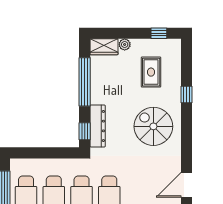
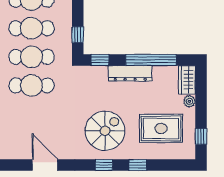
rug: (151, 72) -> (161, 128), width x1.36, depth x1.43
dresser: (98, 126) -> (130, 73), moved
window: (187, 128) -> (104, 165), added
window: (60, 153) -> (78, 35), added

